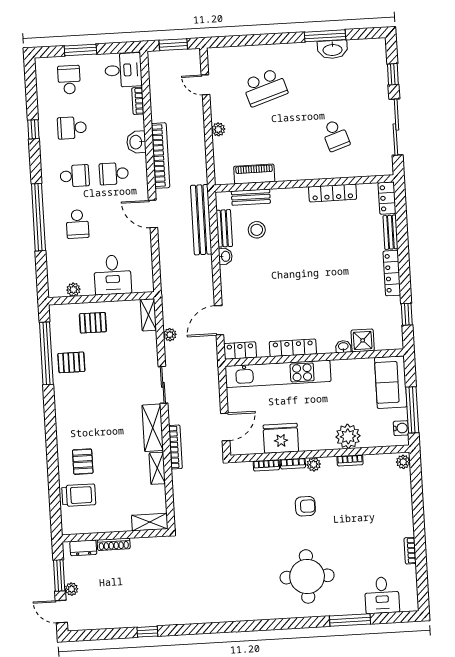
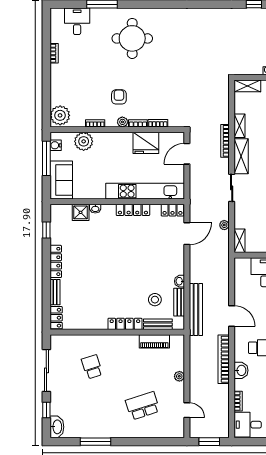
washbasin: (332, 49) -> (57, 427), moved, turned 90
locker: (333, 193) -> (125, 324), moved
plant: (348, 436) -> (84, 141), moved
plant: (403, 462) -> (60, 115), width x1.87, depth x1.87
armchair: (305, 506) -> (119, 97), moved, turned 90

